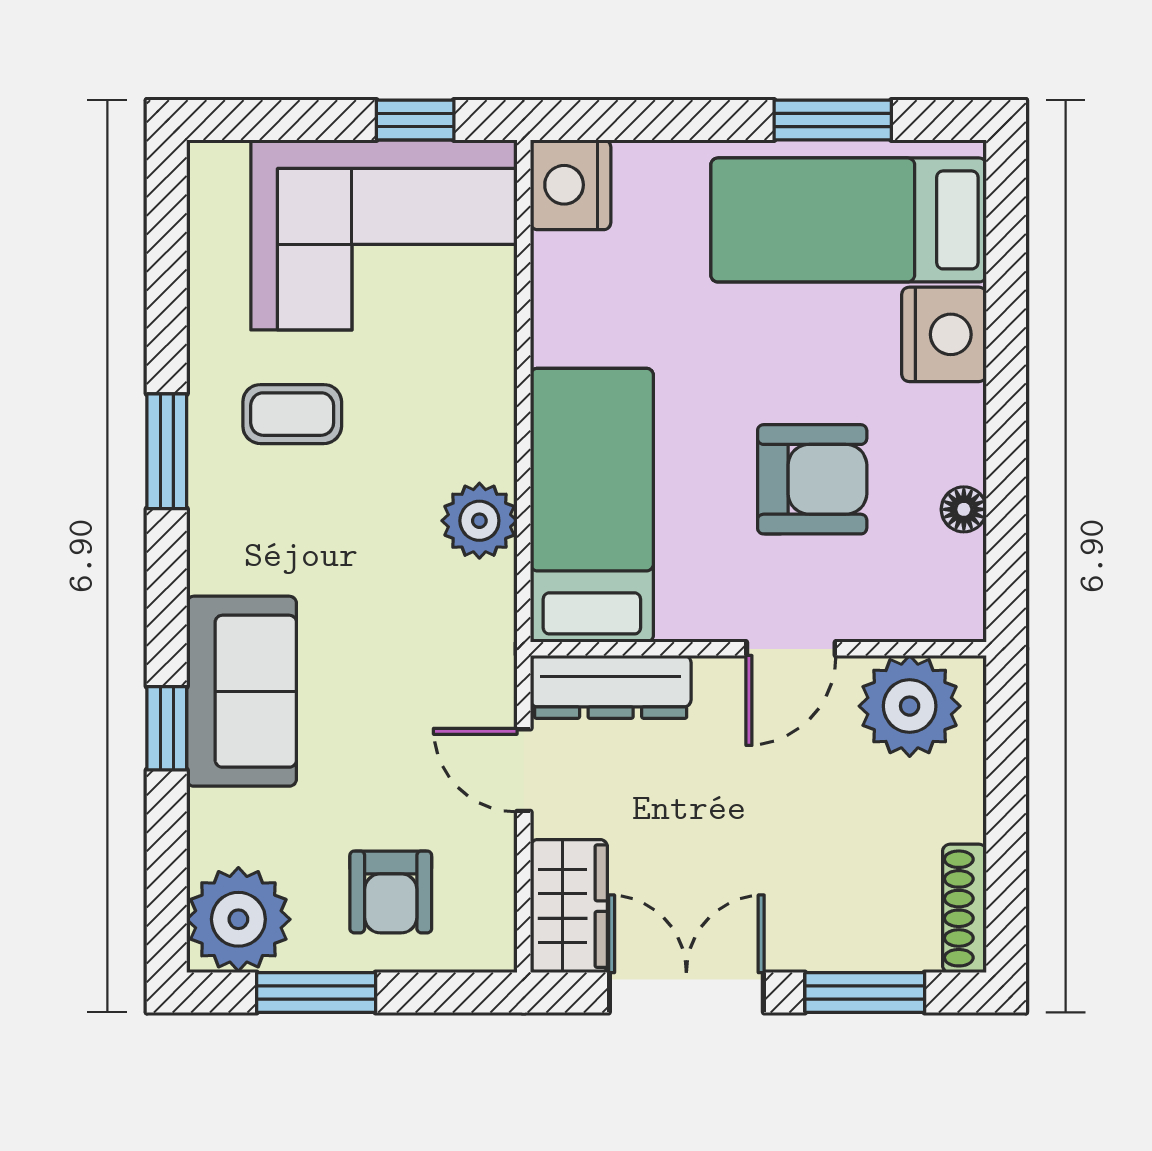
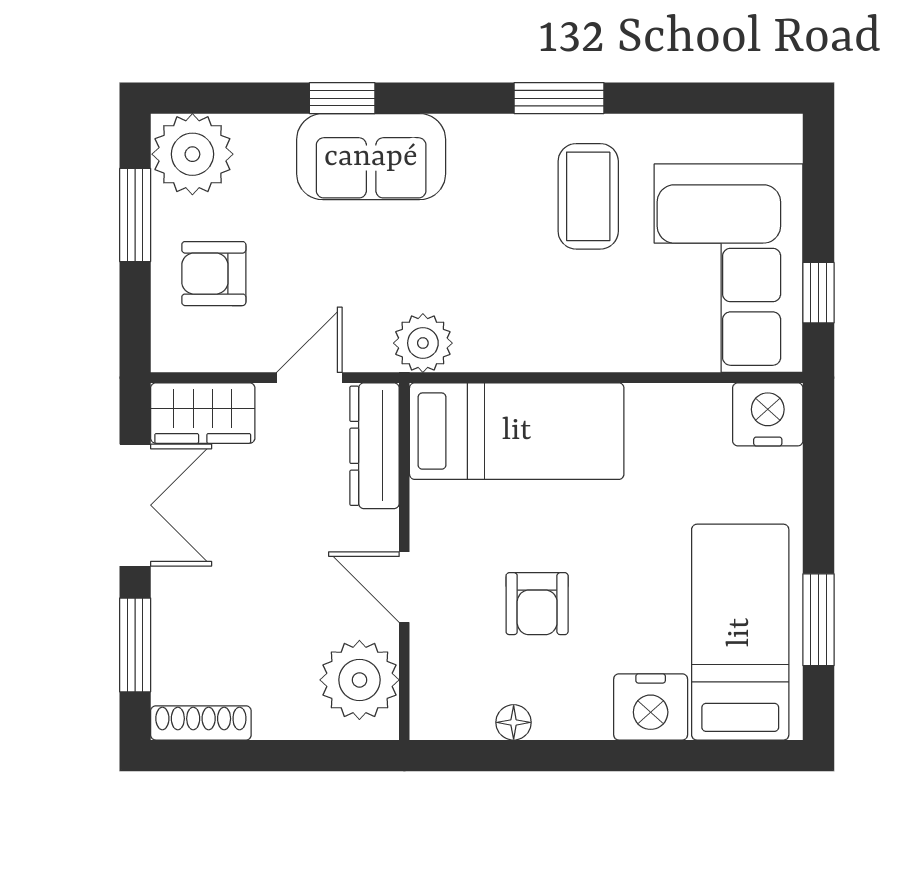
coffee table: (292, 414) -> (588, 196), width x1.36, depth x1.30
armchair: (812, 479) -> (537, 604), width x0.72, depth x0.72
plant: (479, 521) -> (423, 343), moved

